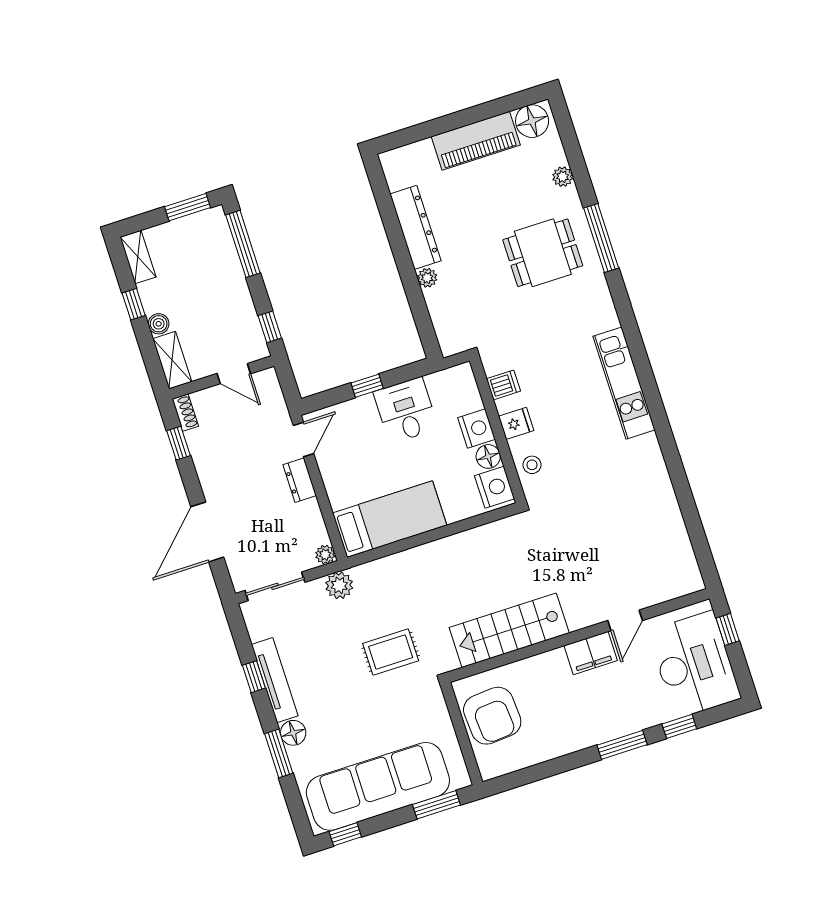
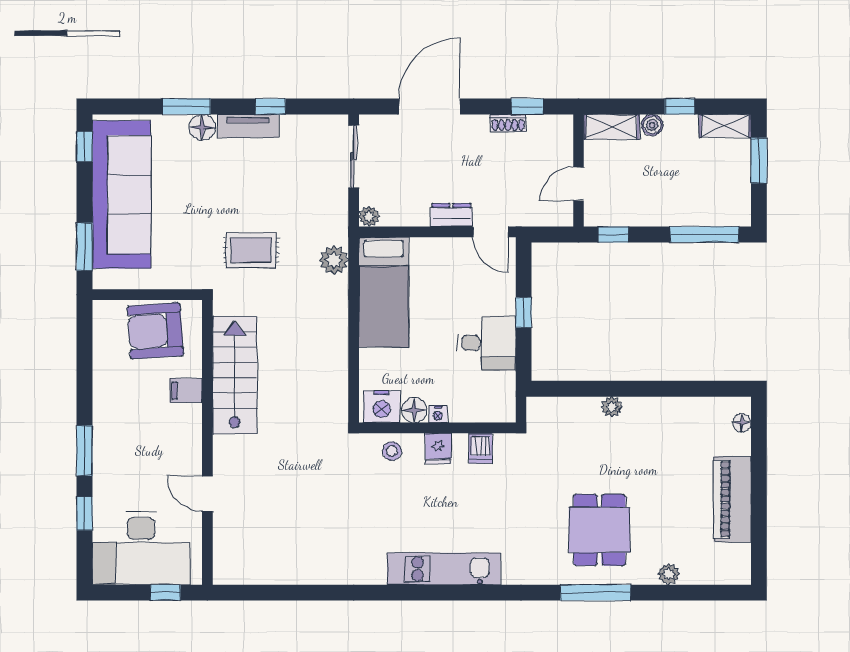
floor lamp: (532, 121) -> (742, 423), moved, width x0.53, depth x0.53
window: (187, 207) -> (759, 161), moved
dresser: (415, 227) -> (666, 411), removed
shoe rack: (185, 413) -> (508, 123), moved
nightstand: (477, 428) -> (438, 414), width x0.53, depth x0.56
door: (207, 532) -> (430, 106), hinge flipped
plant: (339, 585) -> (334, 260), moved
rug: (391, 652) -> (251, 250), turned 90
filing cabinet: (591, 653) -> (186, 391), moved, width x0.50
tv unit: (275, 680) -> (248, 126), width x0.71

